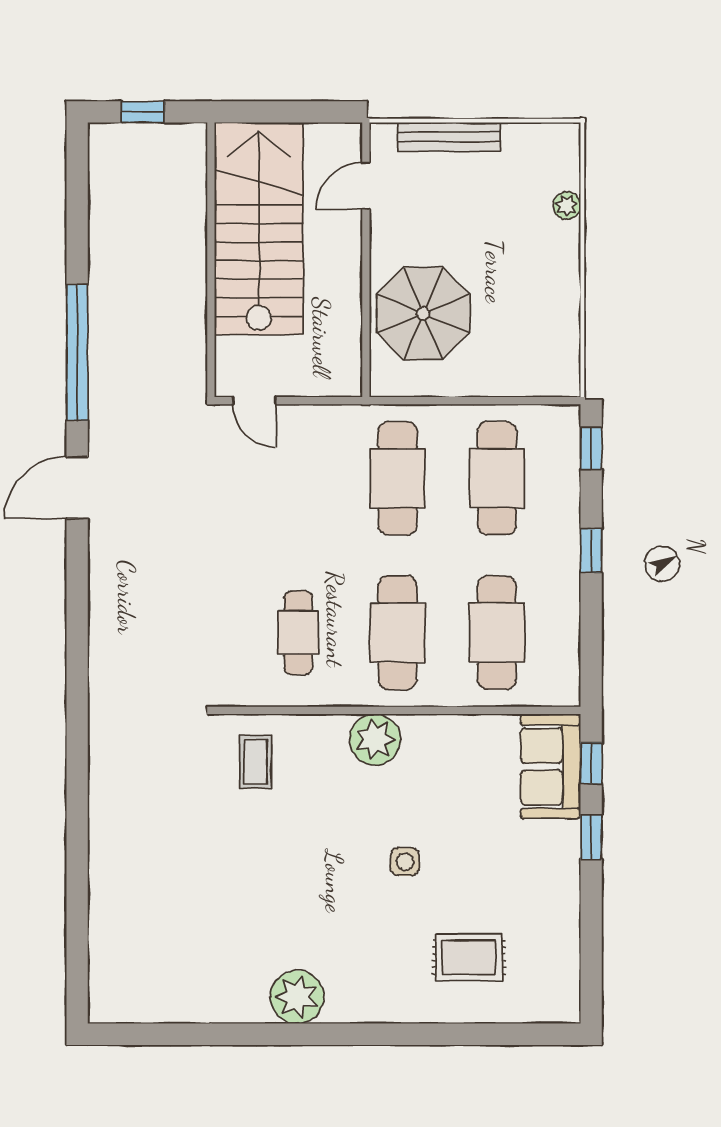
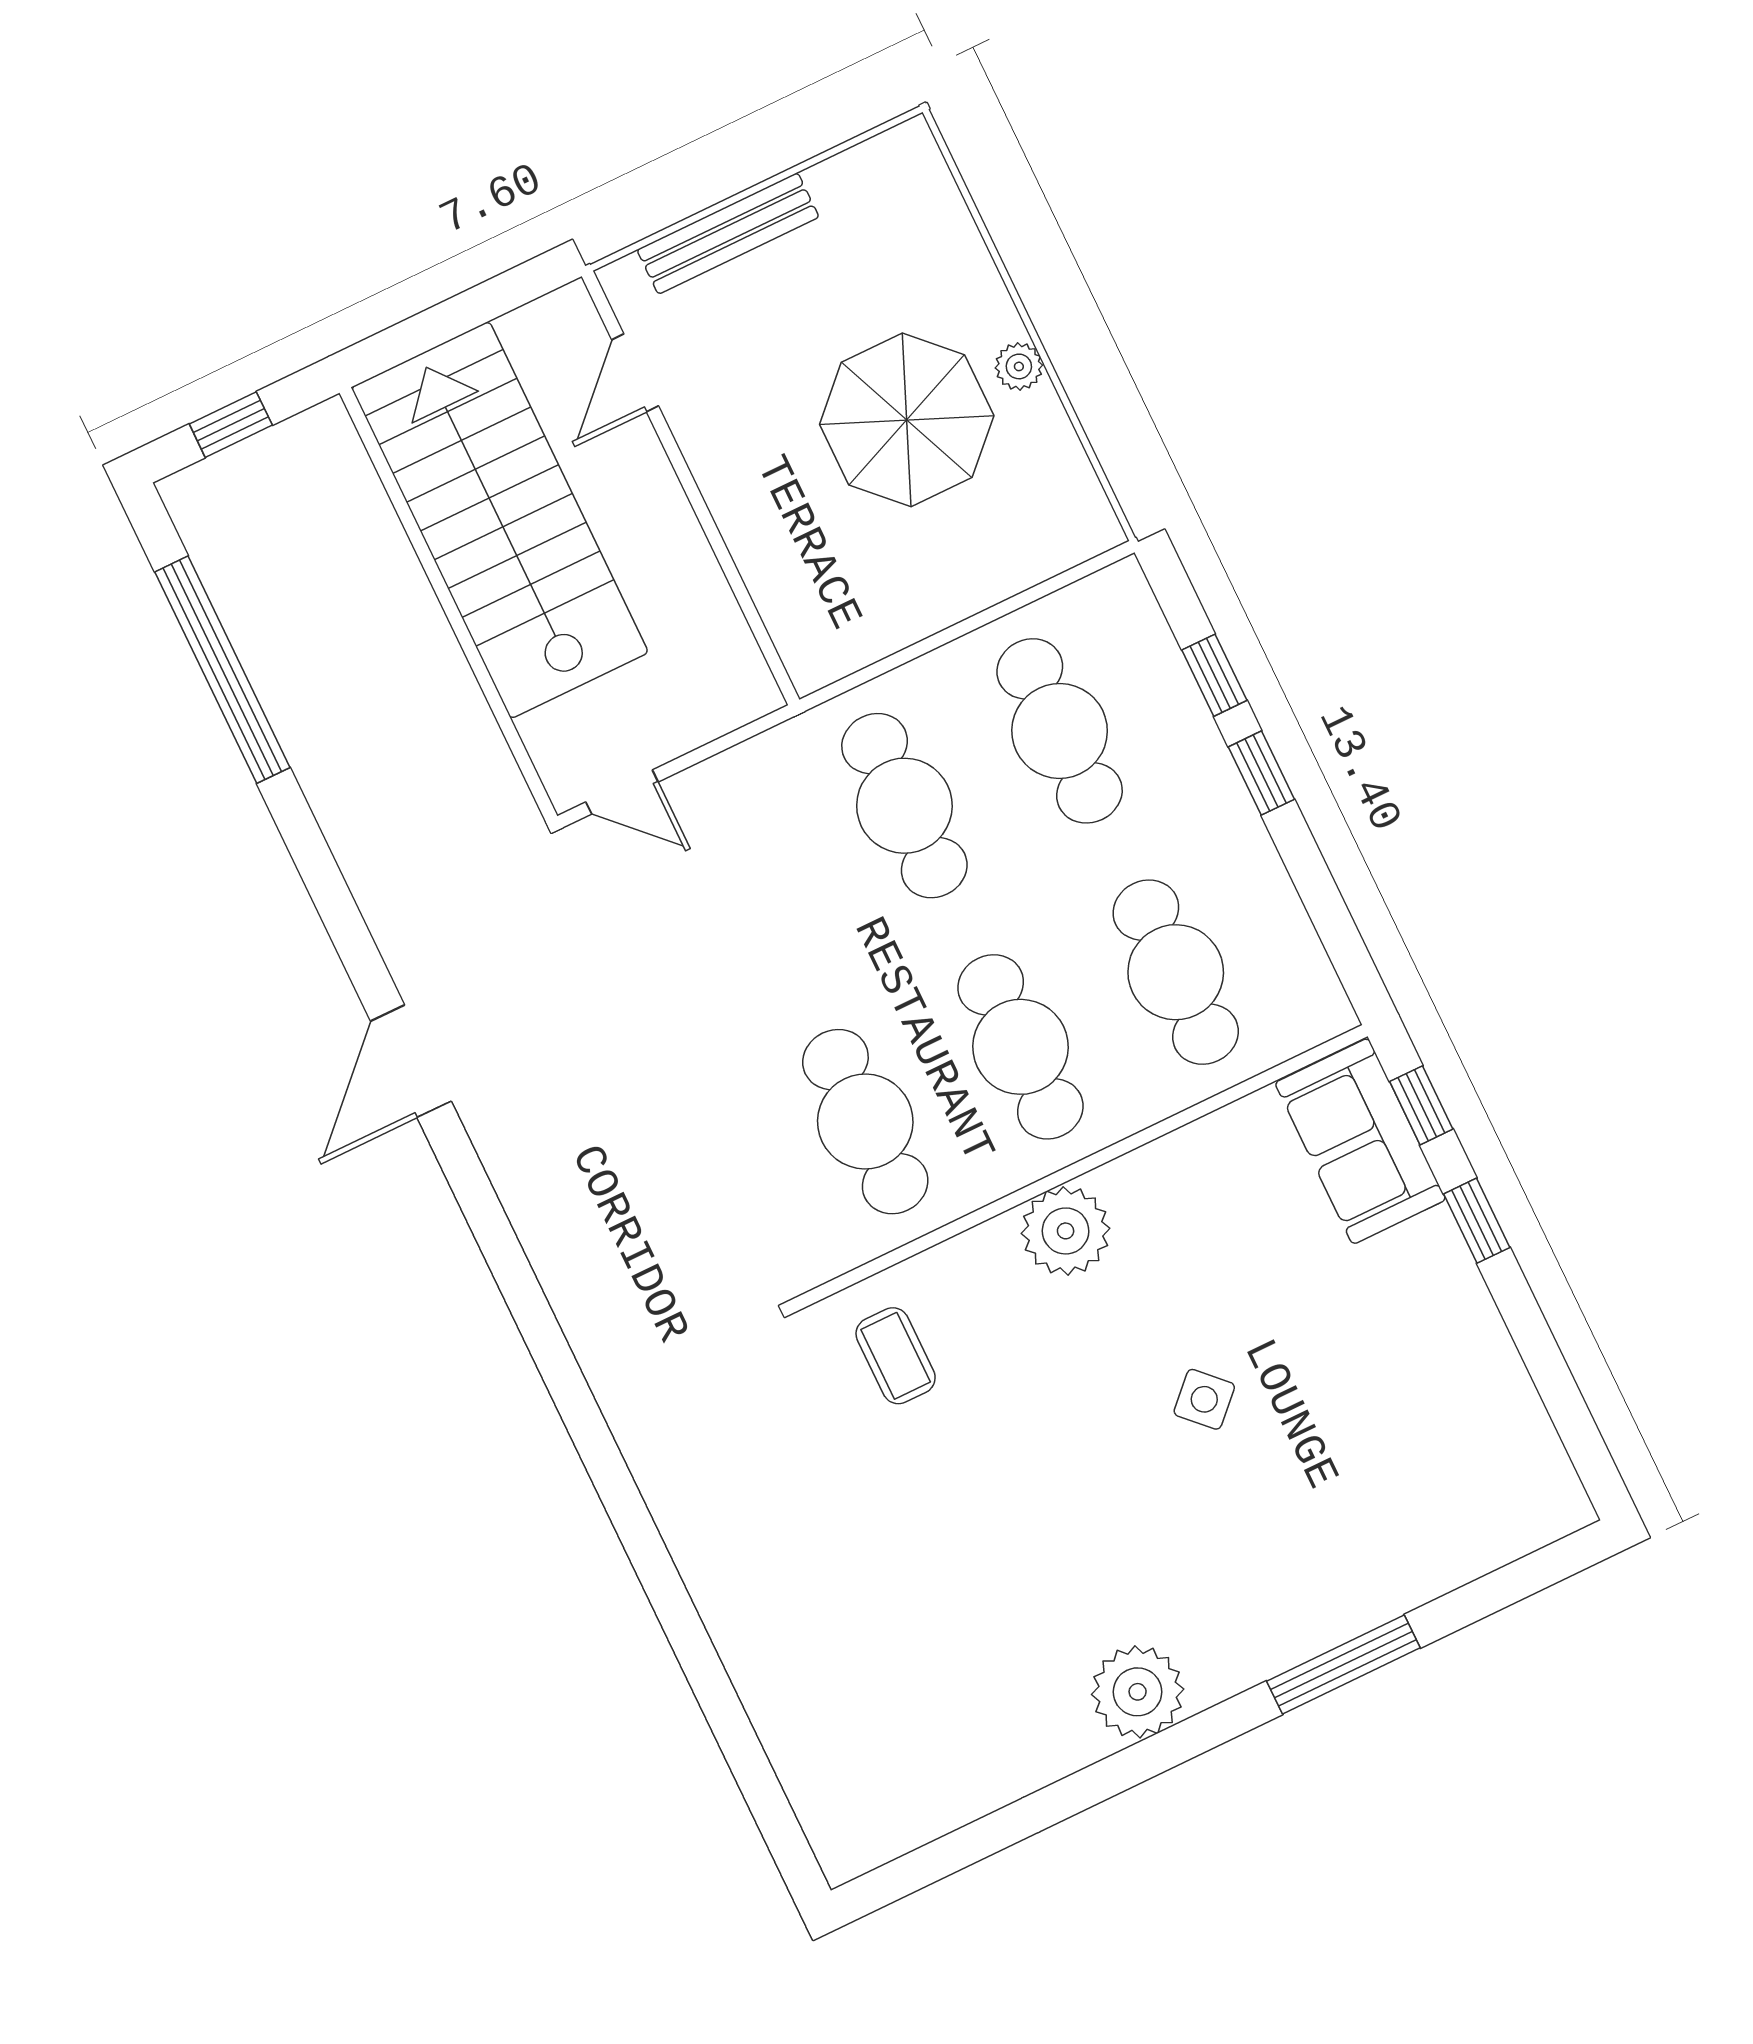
plant: (567, 206) -> (1019, 366), moved
parasol: (423, 314) -> (907, 420), moved
window: (77, 353) -> (222, 670), moved
window: (591, 449) -> (1214, 675), moved
cafe table: (298, 633) -> (865, 1122), width x1.37, depth x1.35
side table: (405, 862) -> (1204, 1399), turned 45
rug: (469, 957) -> (1376, 1500), removed
window: (411, 1034) -> (1343, 1664), added

